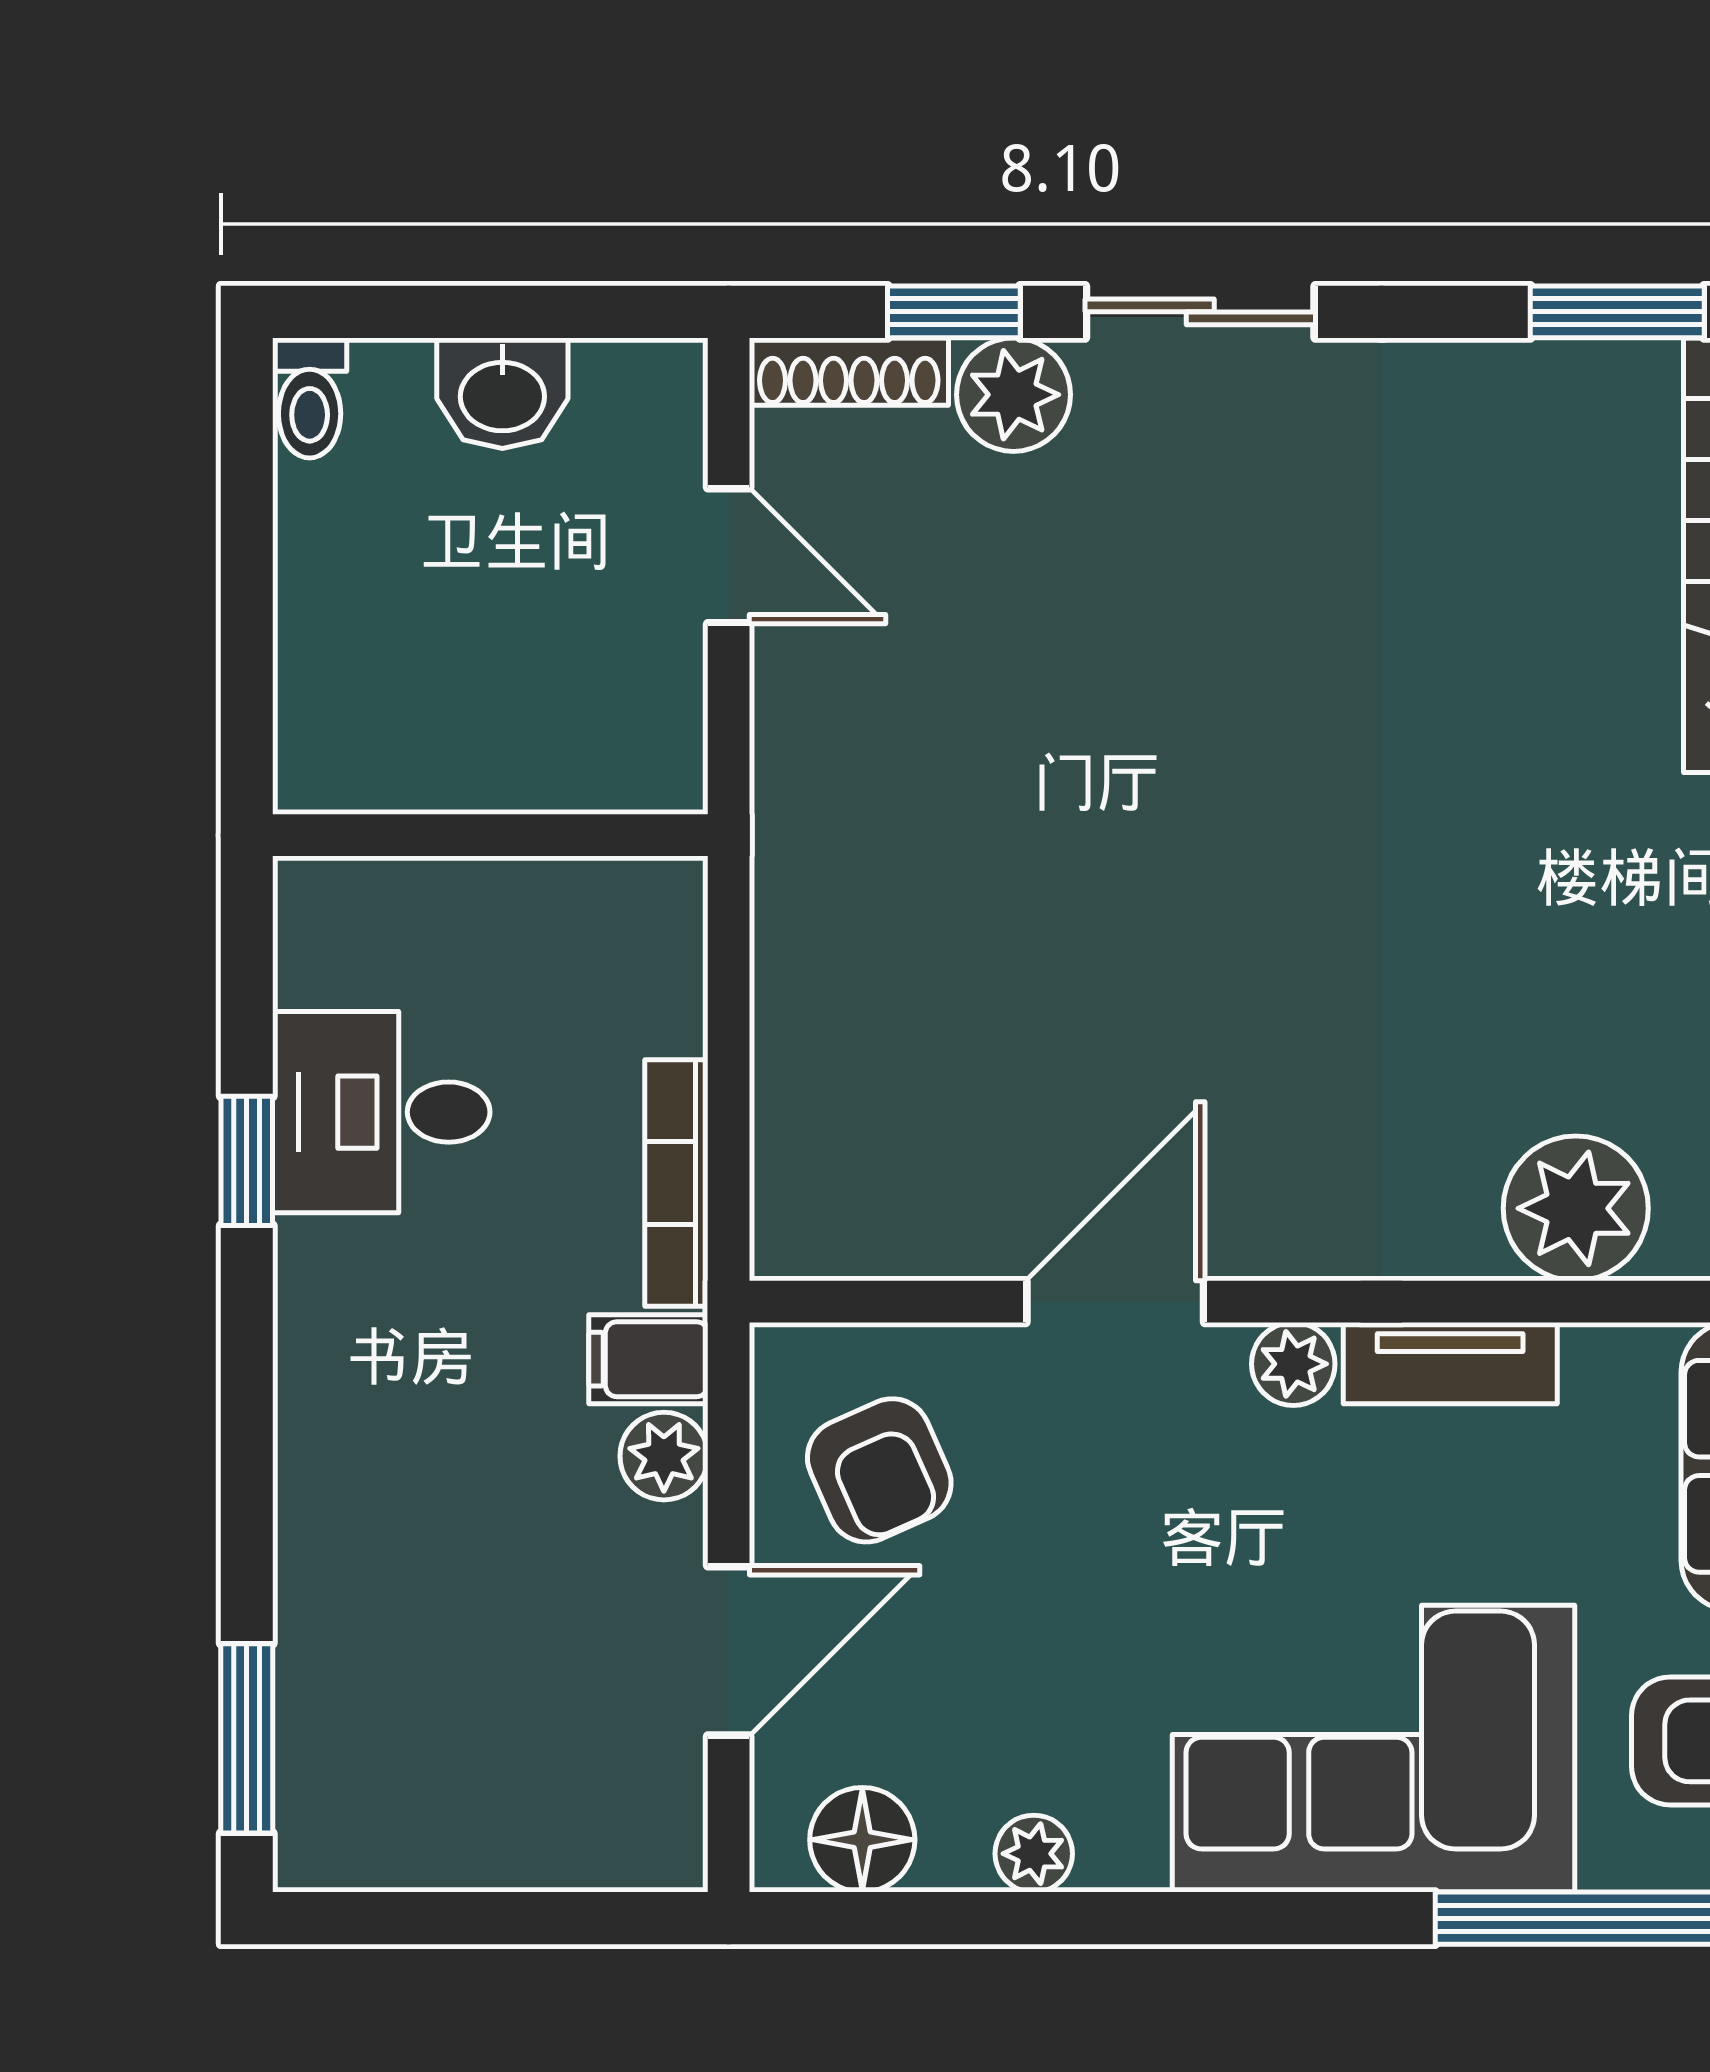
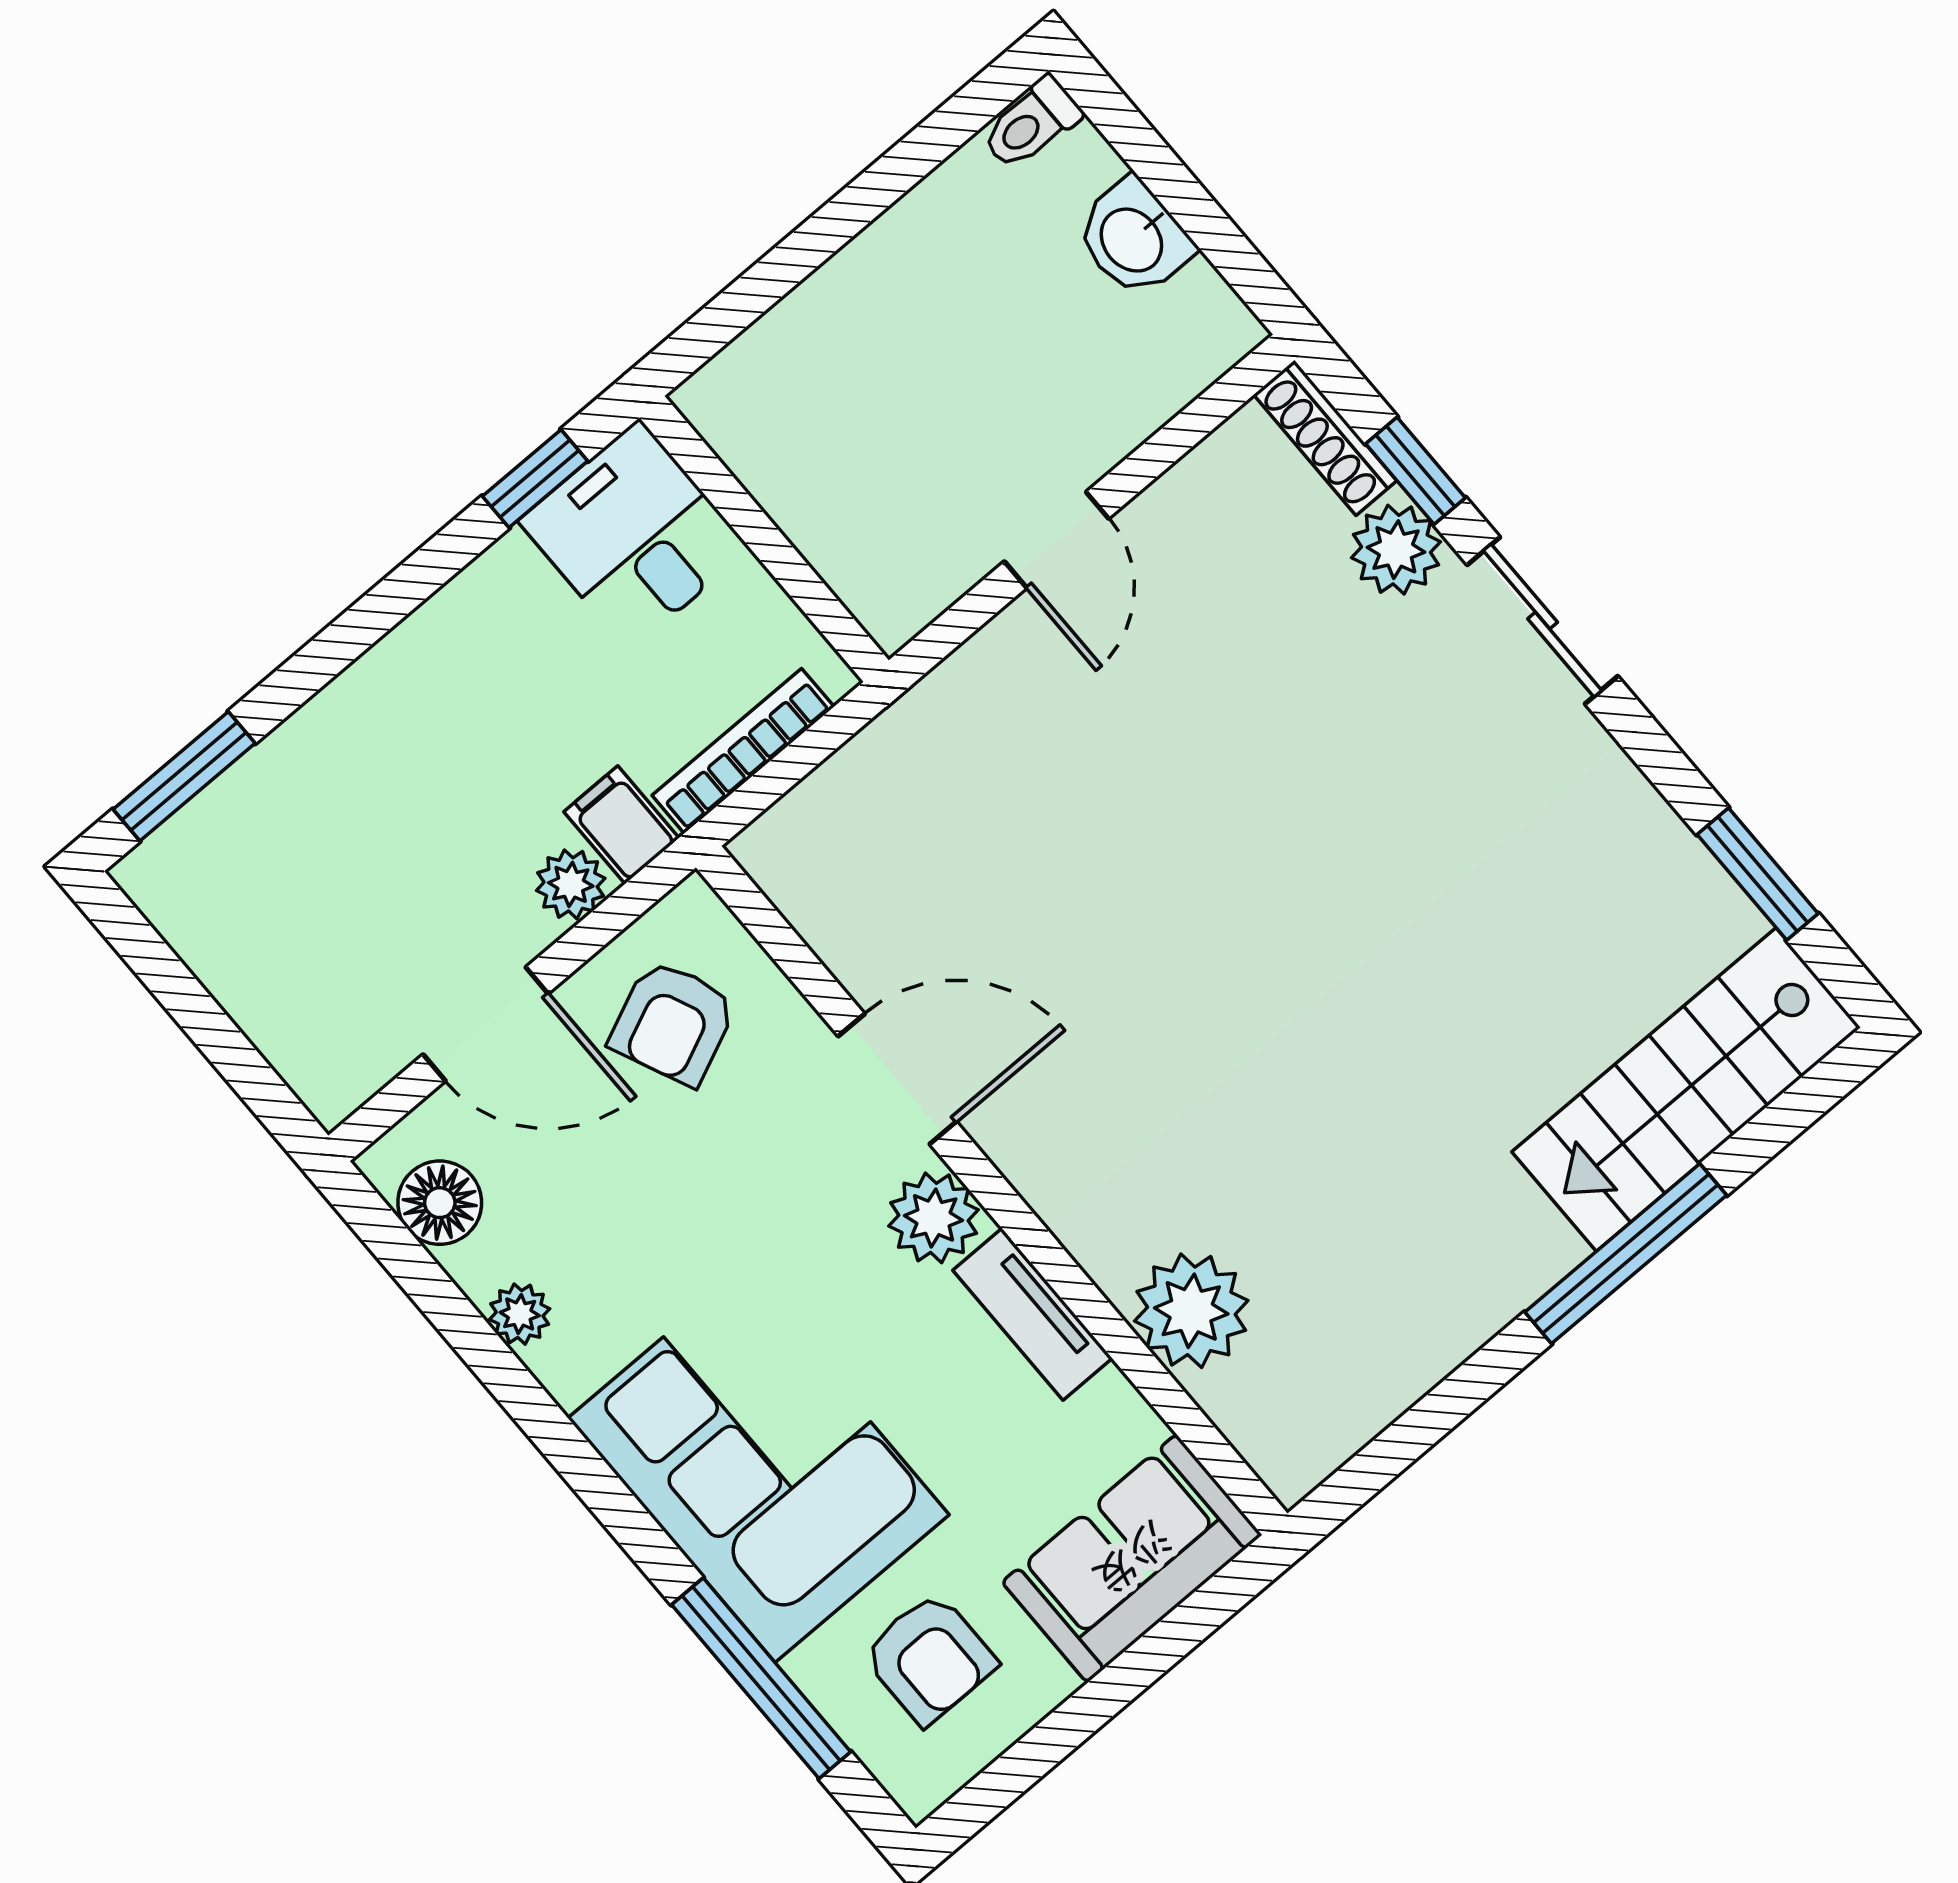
door: (729, 556) -> (1056, 540), moved
wall: (490, 835) -> (764, 539), moved
plant: (1293, 1364) -> (934, 1218), width x1.38, depth x1.38

